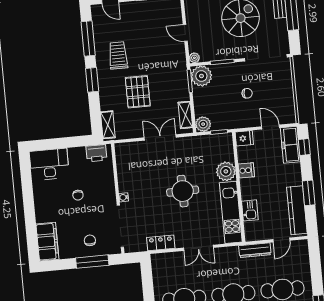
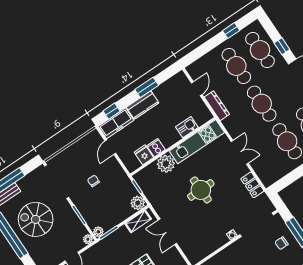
plant: (201, 76) -> (98, 232), width x0.53, depth x0.53
fridge: (244, 138) -> (144, 155), moved
kitchen counter: (297, 210) -> (143, 105), moved, width x0.67
door: (281, 240) -> (197, 89), hinge flipped

